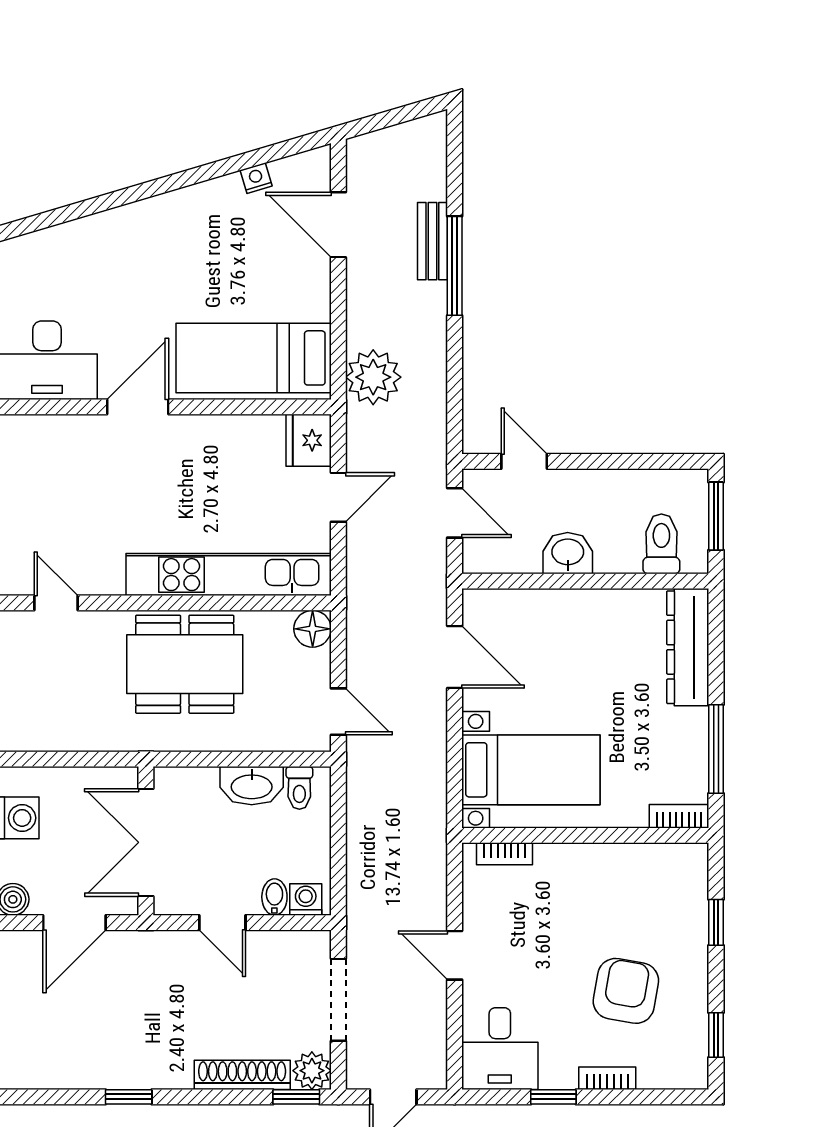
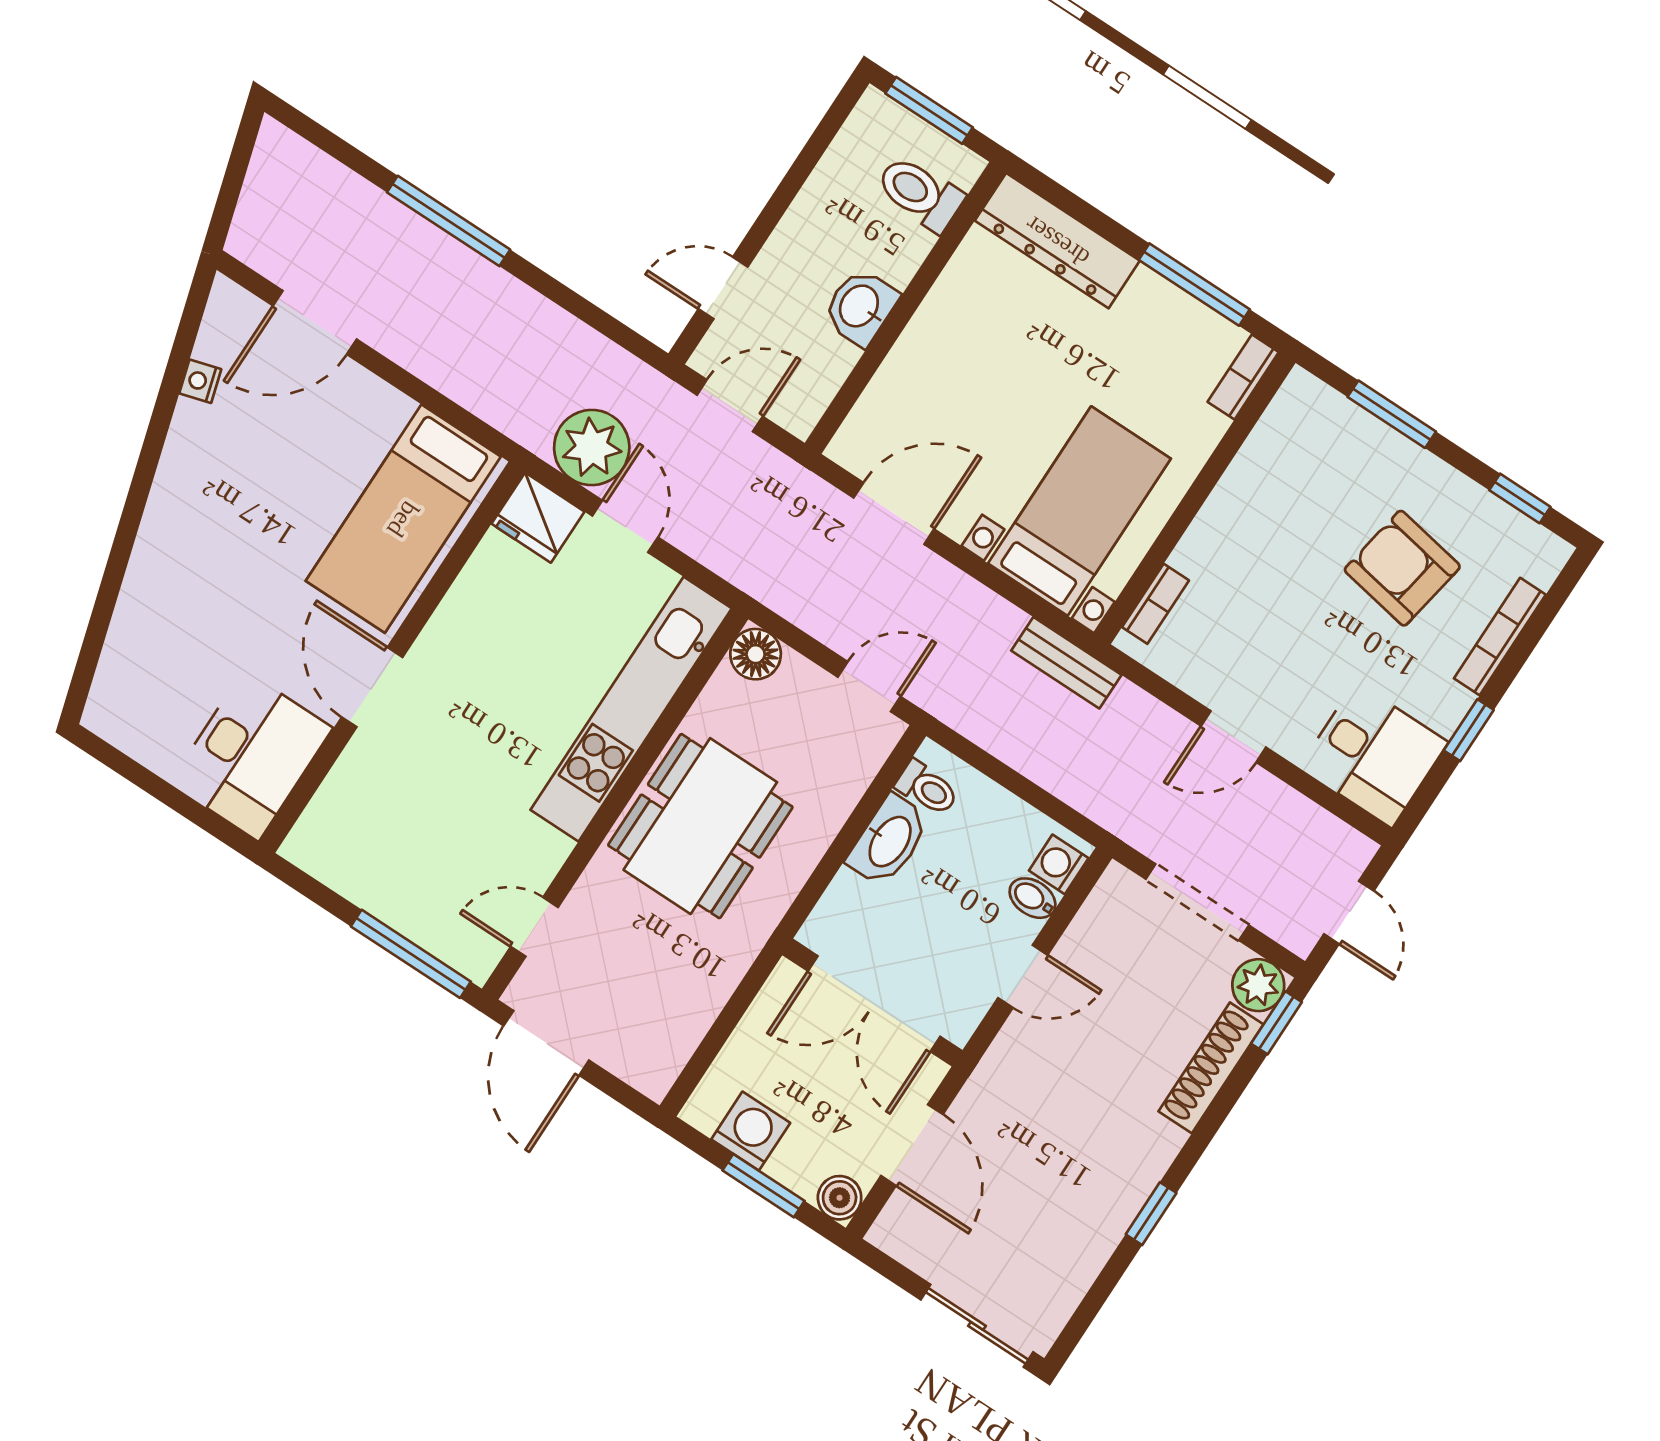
bench: (432, 241) -> (1066, 663), moved
plant: (373, 377) -> (592, 448), moved
window: (716, 922) -> (1392, 414), width x1.50
bookcase: (607, 1078) -> (1500, 637), width x1.56

